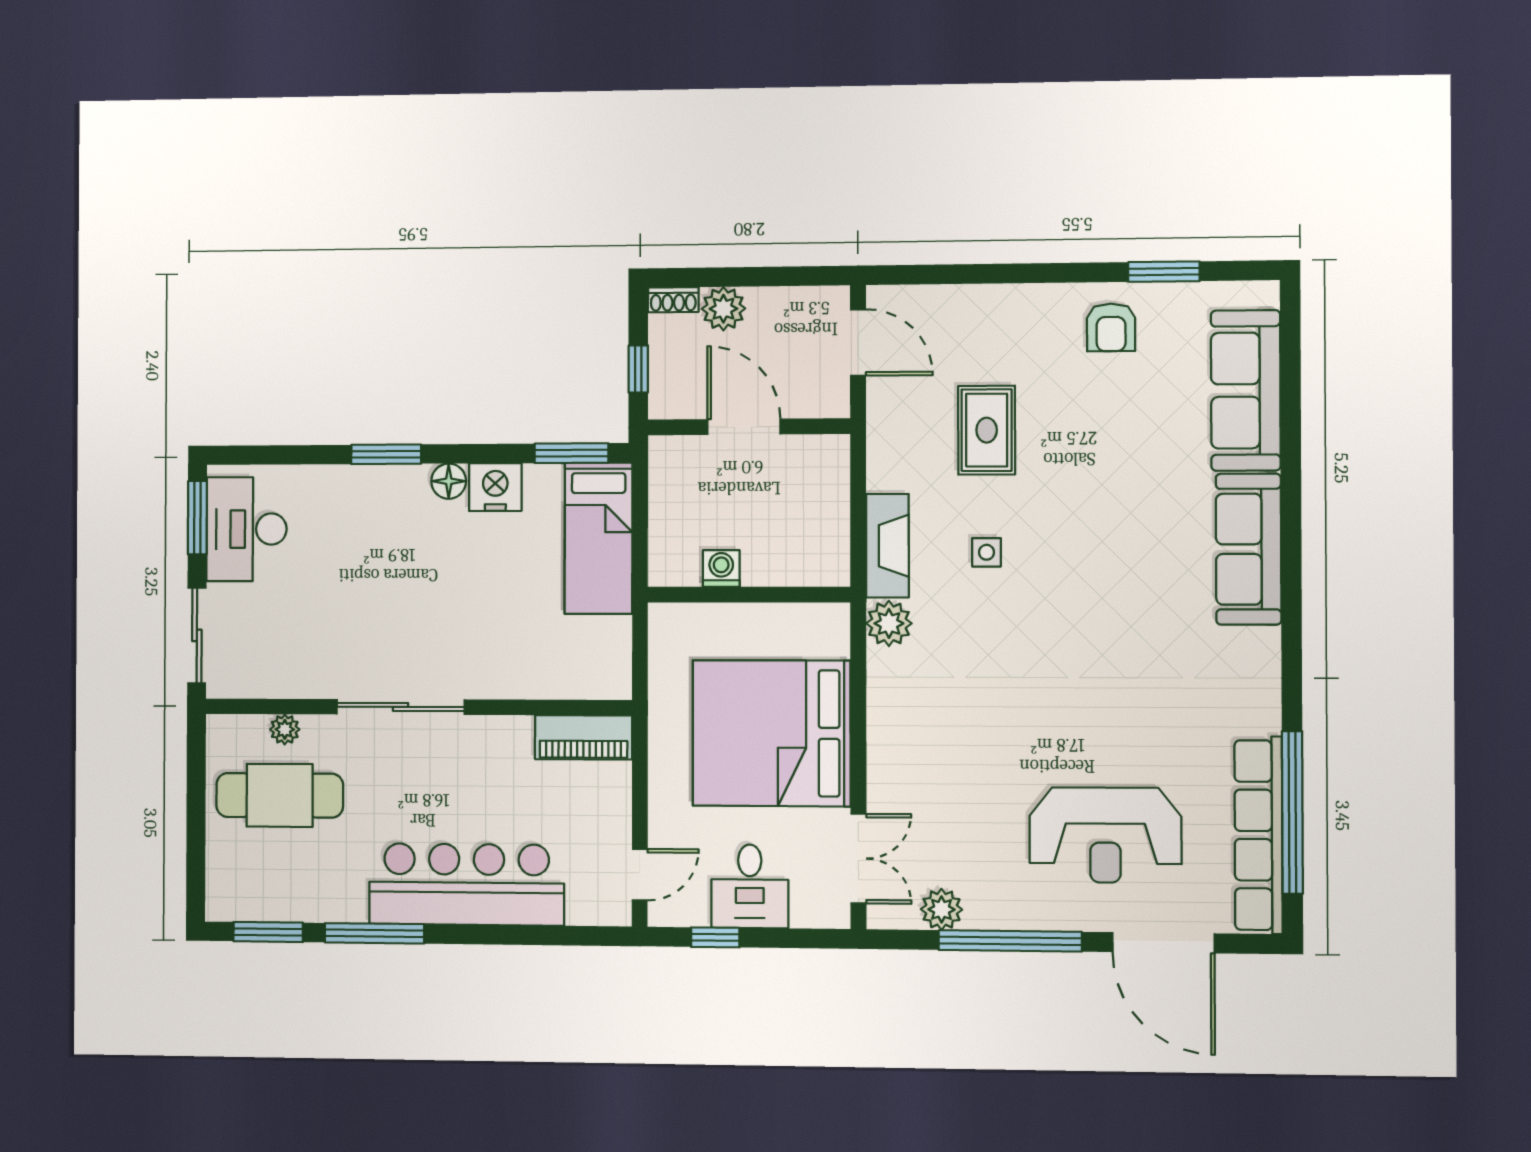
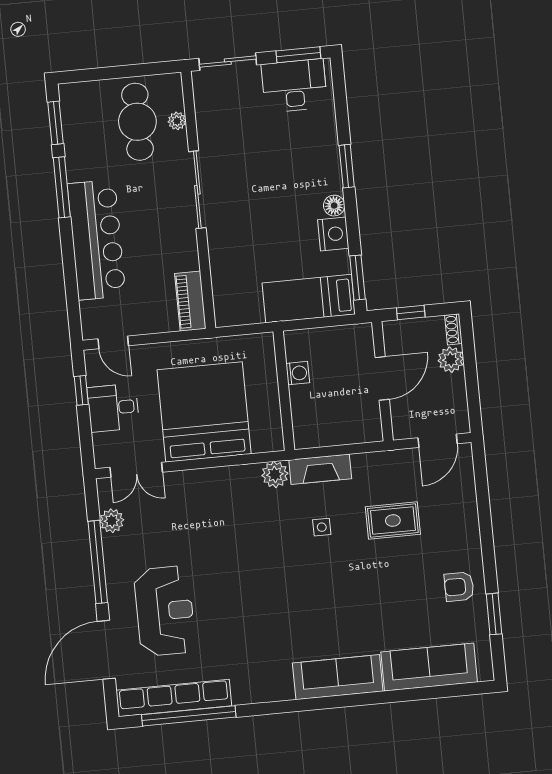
reception desk: (1105, 835) -> (165, 611), turned 180

